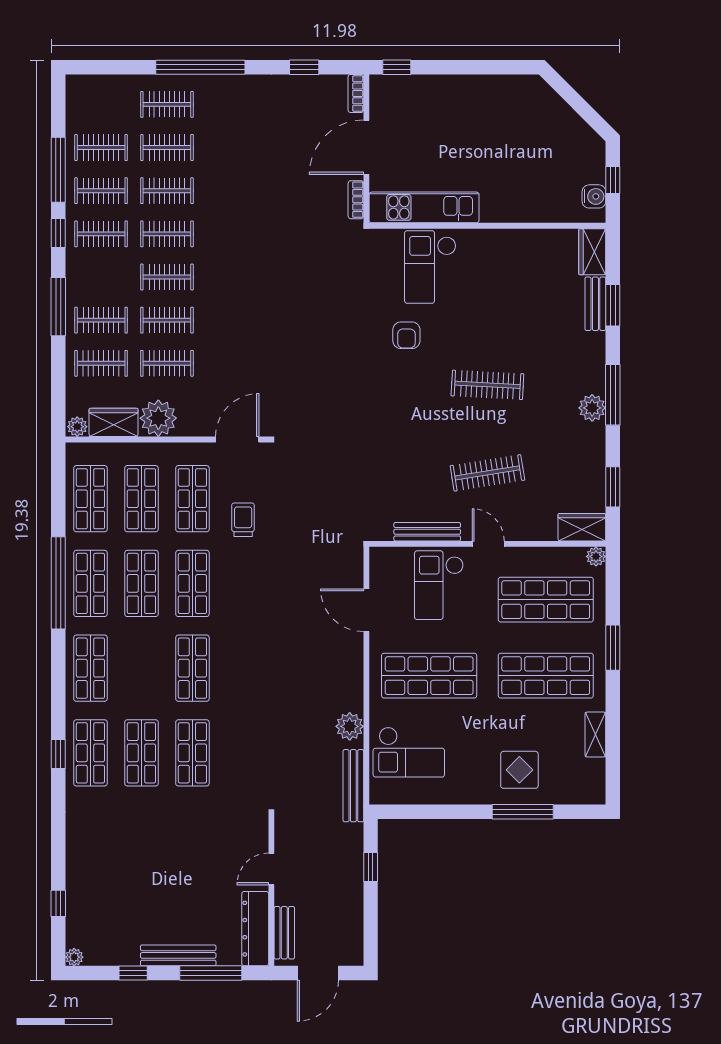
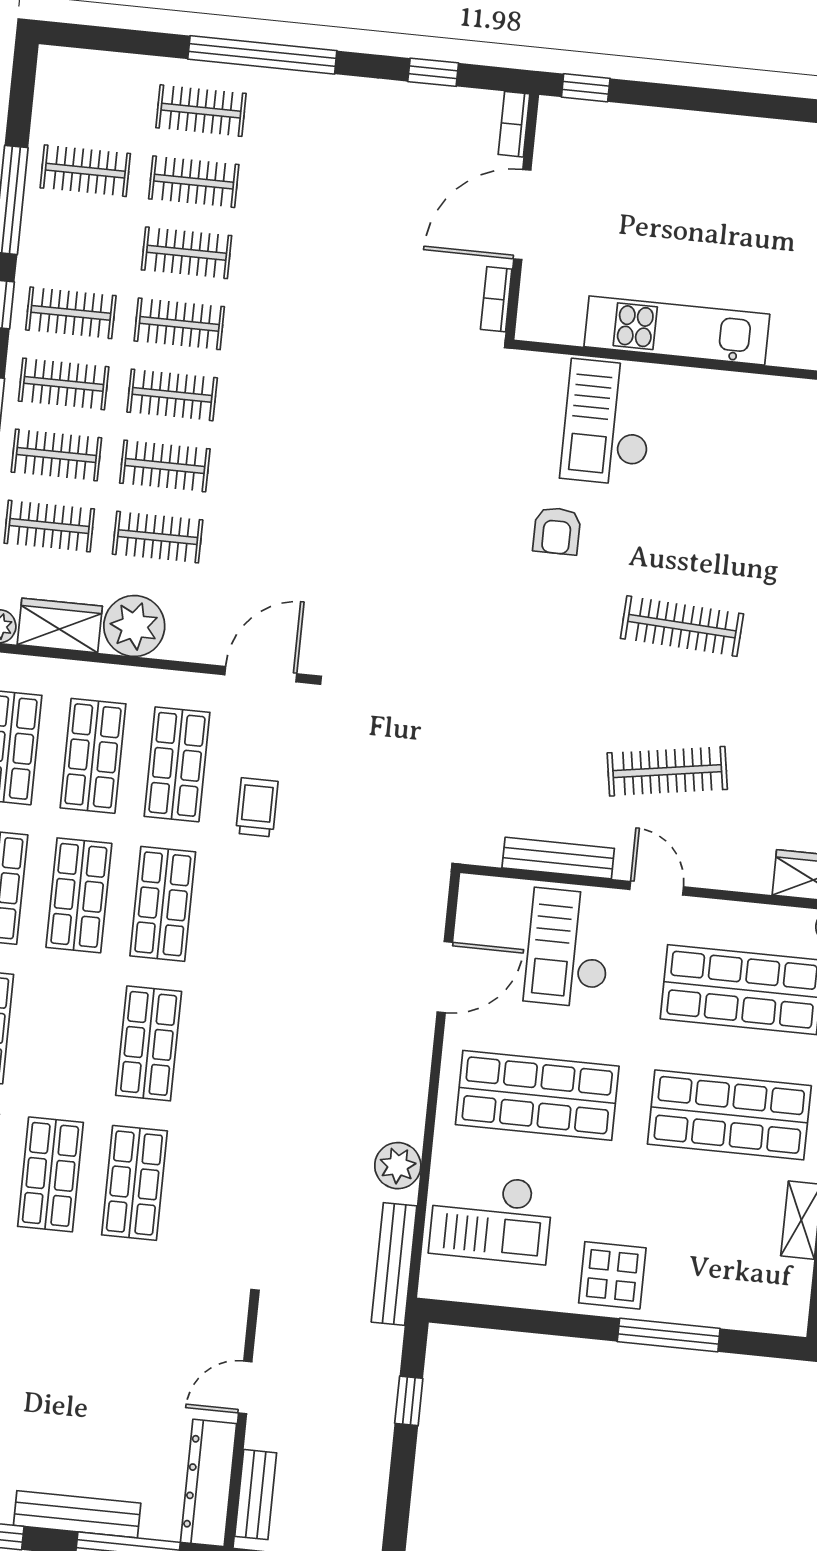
clothes rail: (101, 191) -> (64, 384), moved
kitchen unit: (424, 207) -> (677, 330), moved
door: (366, 610) -> (445, 977), swing flipped
display table: (519, 770) -> (612, 1275), moved

